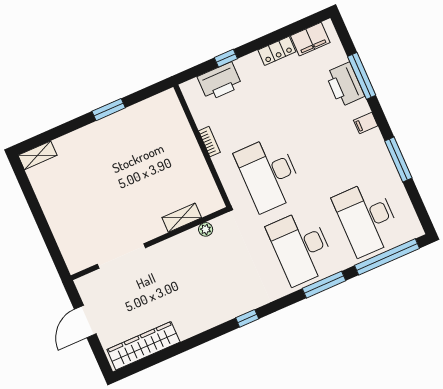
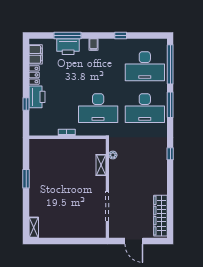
printer: (220, 81) -> (37, 97), moved
window: (398, 159) -> (121, 36), width x0.46

